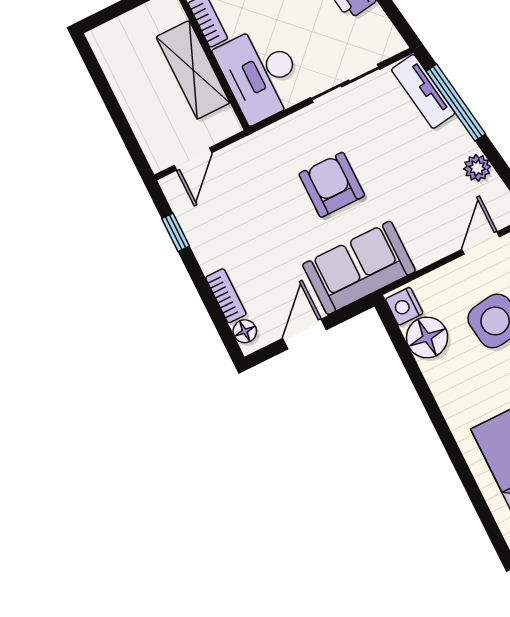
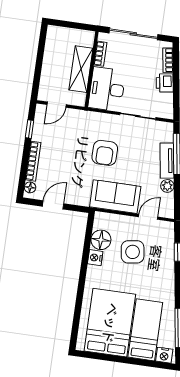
tv unit: (423, 91) -> (167, 161), moved
armchair: (332, 185) -> (105, 153), turned 180
sofa: (359, 268) -> (115, 197), moved
bookcase: (226, 296) -> (33, 161), width x1.56
nightstand: (404, 306) -> (95, 258), moved

